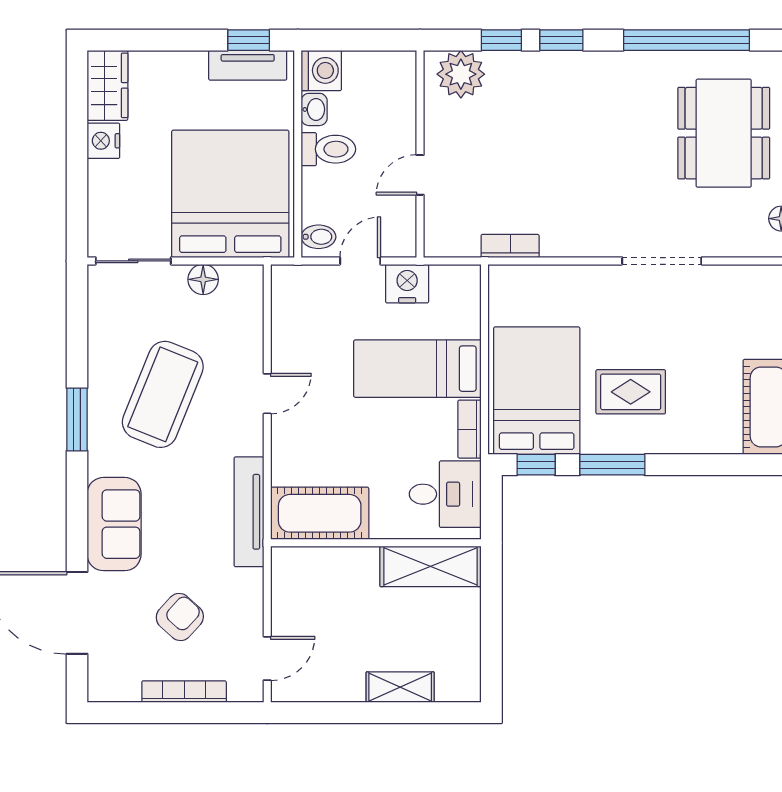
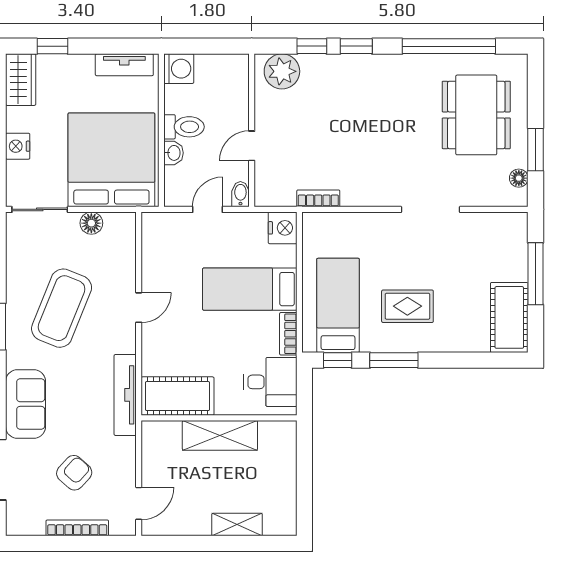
window: (249, 40) -> (52, 46), moved
washbasin: (314, 109) -> (173, 153), moved
nightstand: (103, 141) -> (18, 146), moved
bidet: (318, 237) -> (240, 194), moved, turned -90
nightstand: (407, 284) -> (283, 228), moved, turned 90
bed: (537, 391) -> (338, 305), width x0.67
shelving: (431, 566) -> (220, 435), moved

